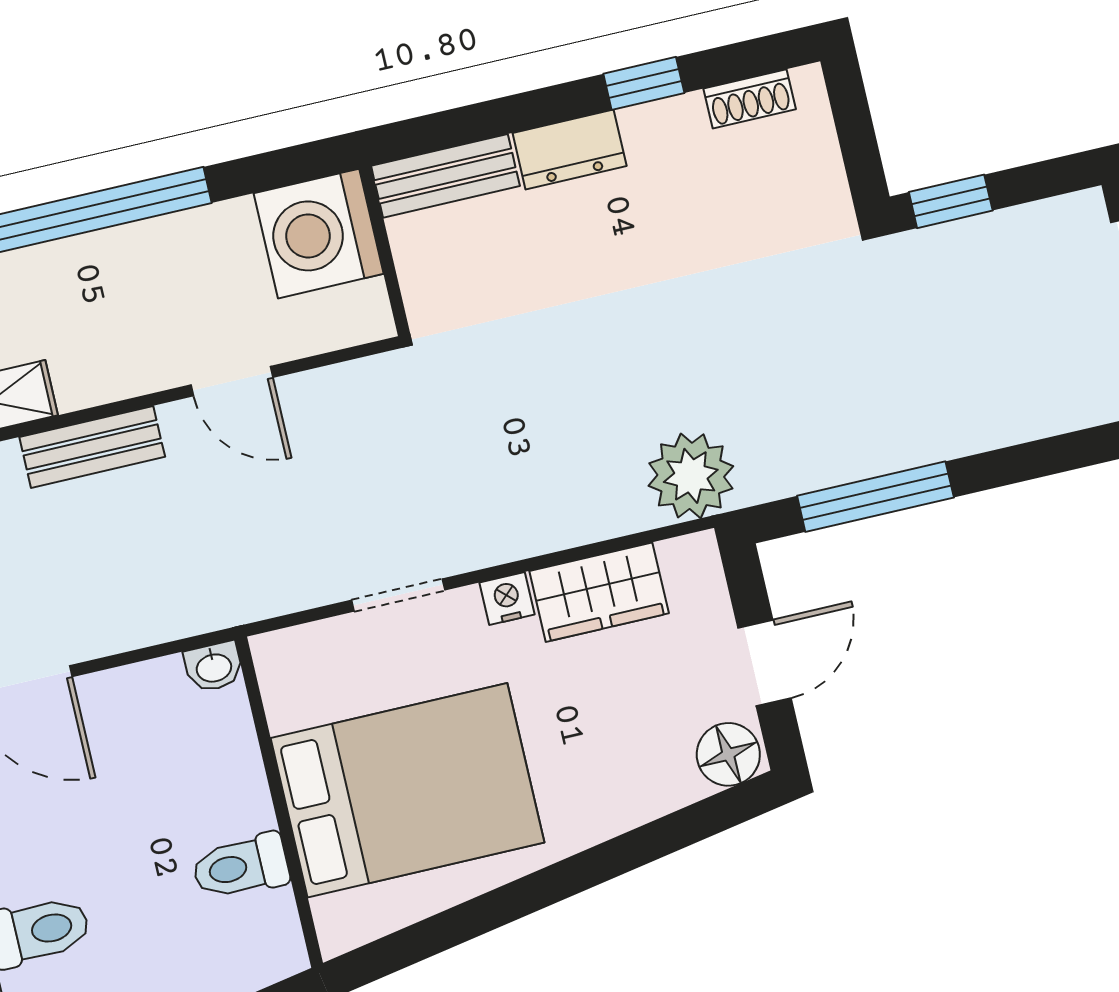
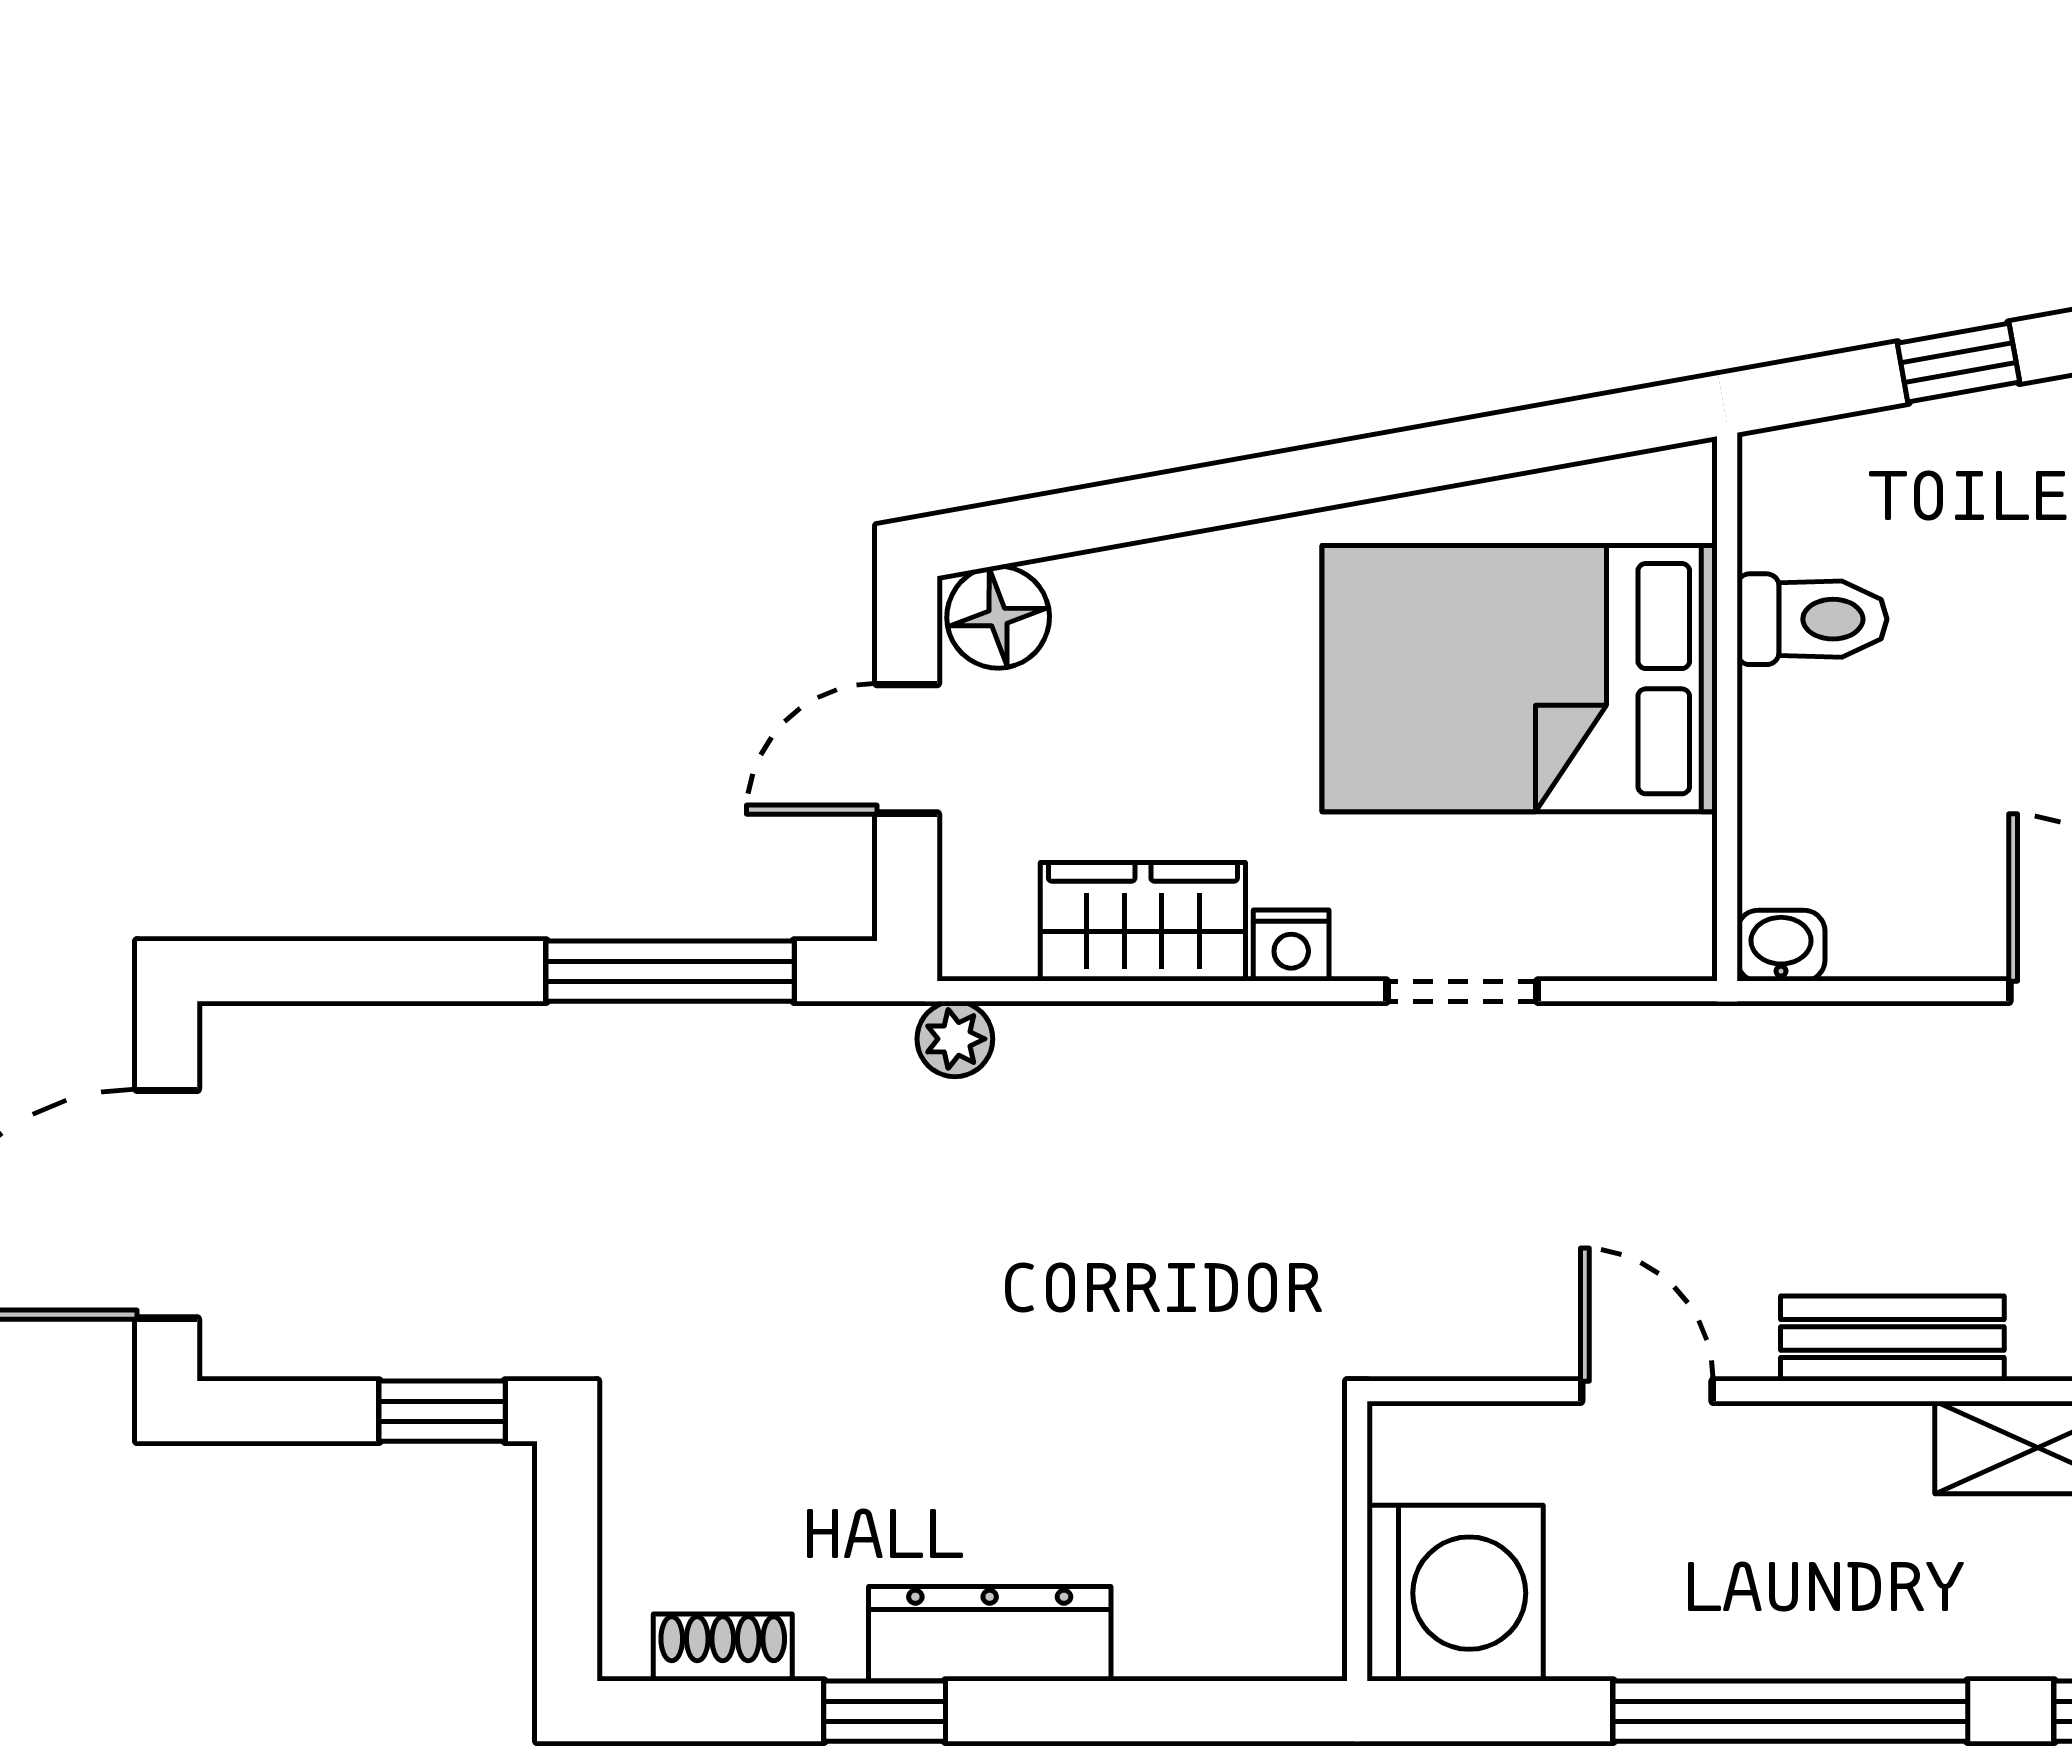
dresser: (570, 149) -> (990, 1634), width x1.44
bench: (445, 176) -> (1233, 1638), removed
plant: (691, 476) -> (955, 1039), width x0.53, depth x0.53

